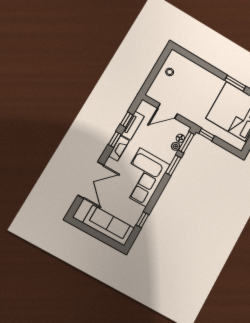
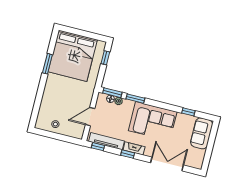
door: (167, 111) -> (90, 117), swing flipped
window: (127, 120) -> (98, 147), moved
tv unit: (133, 126) -> (107, 141), width x1.41
window: (207, 135) -> (105, 58), moved
sofa: (109, 225) -> (202, 133), width x0.73

